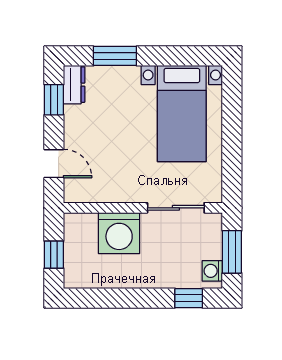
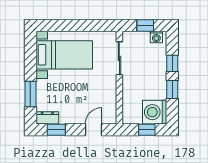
washing machine: (119, 233) -> (155, 112), moved, turned 180
window: (232, 252) -> (145, 25), width x0.67
window: (123, 298) -> (172, 89), added
window: (189, 298) -> (172, 63), moved

